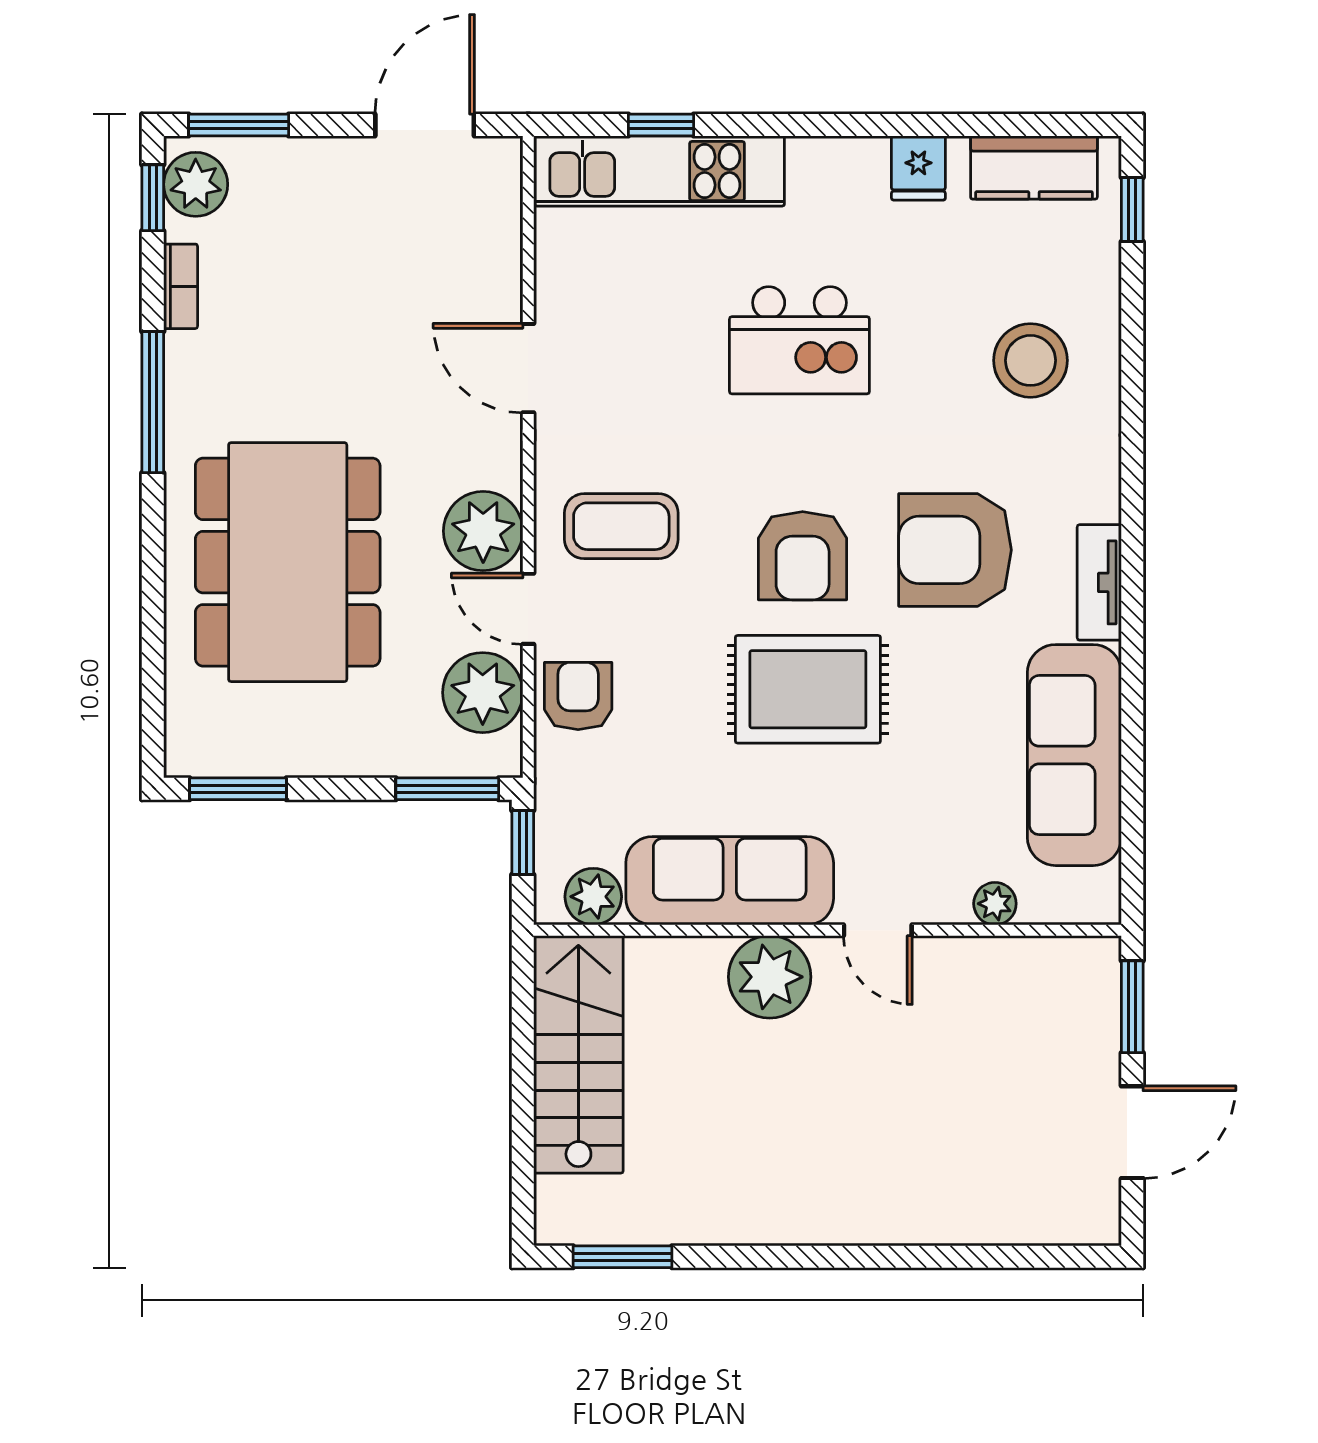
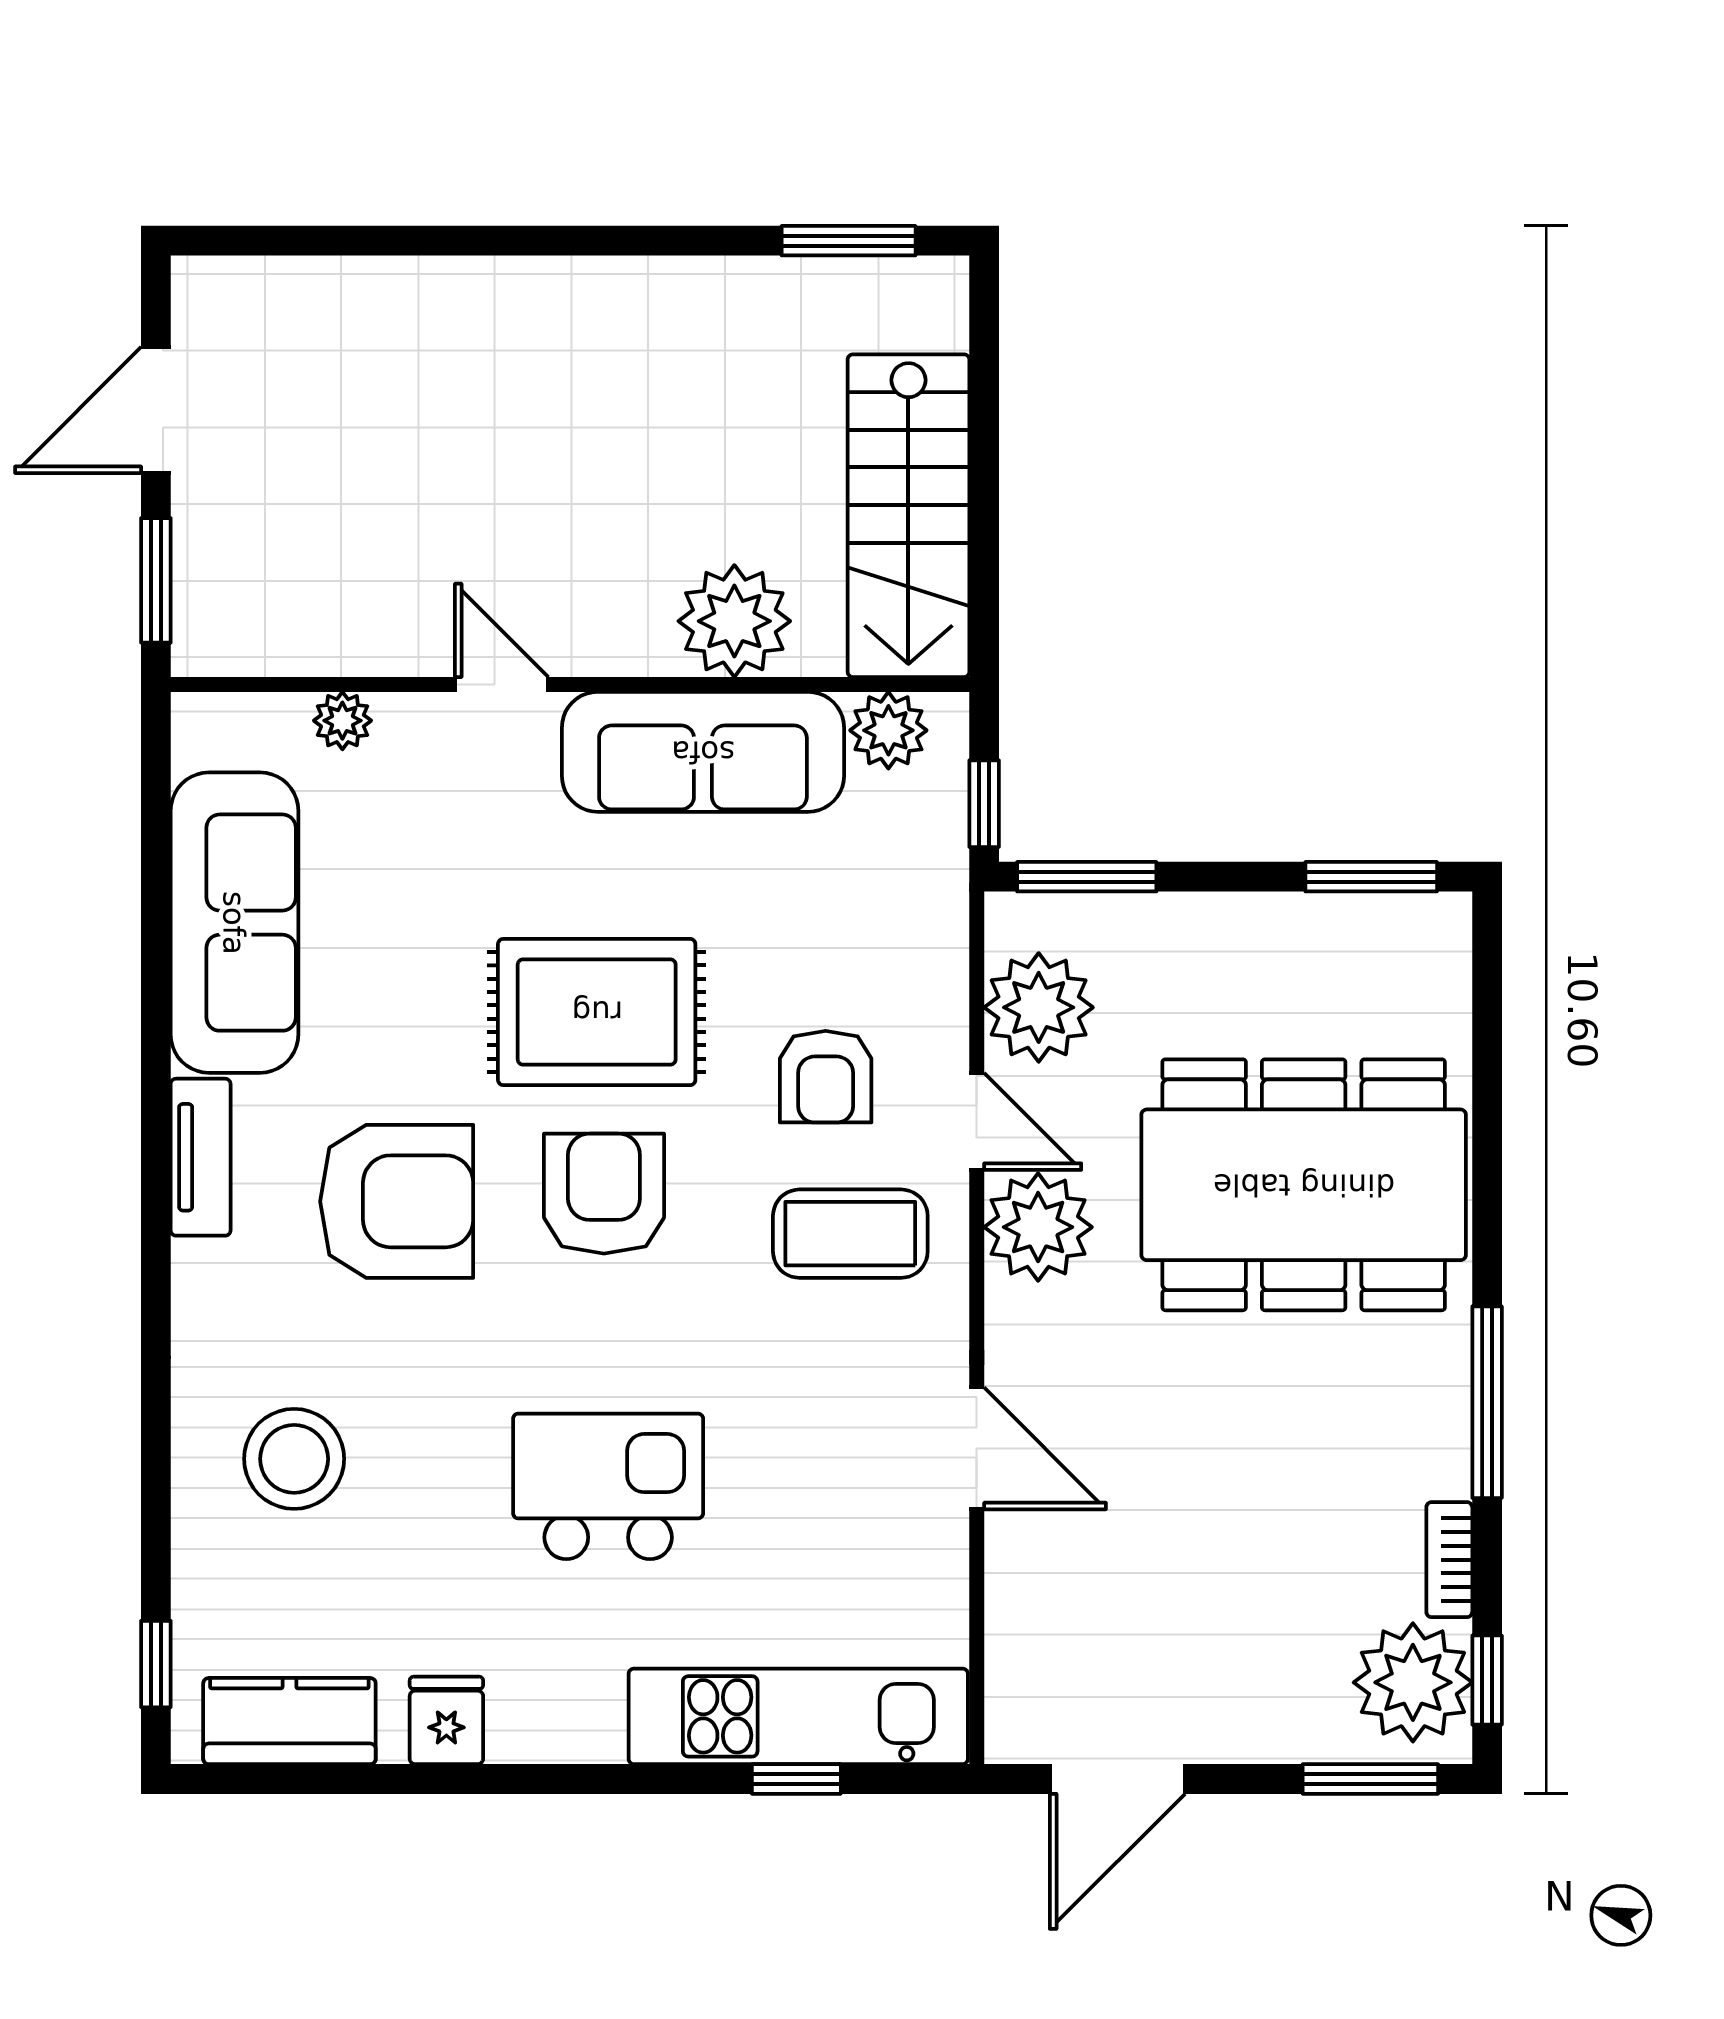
plant: (196, 184) -> (1413, 1682), width x1.36, depth x1.36
dining table: (288, 562) -> (1304, 1185), turned 90
armchair: (578, 696) -> (826, 1077), moved
plant: (770, 977) -> (734, 621), moved

